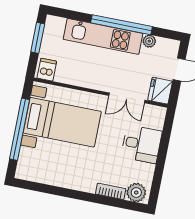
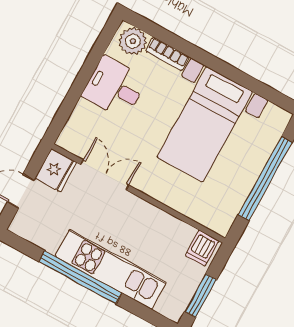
plant: (149, 41) -> (49, 243), removed
bed with nightstands: (62, 122) -> (205, 124), moved, turned -90
desk: (141, 144) -> (114, 88), moved

